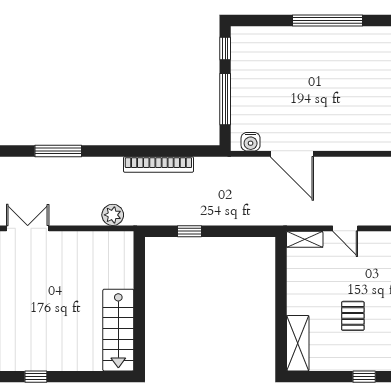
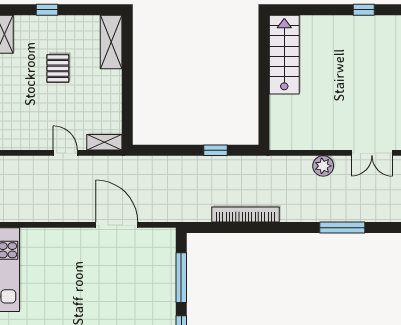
water cooler: (251, 142) -> (157, 237), removed
plant: (113, 215) -> (323, 166), moved

